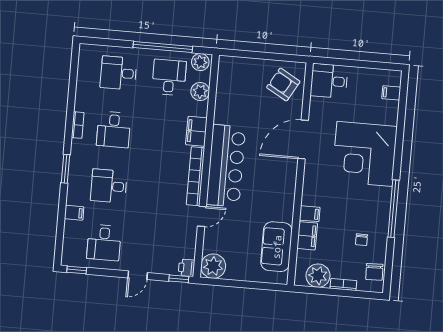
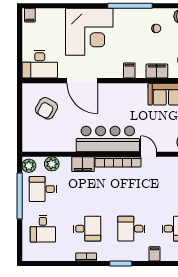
desk: (329, 81) -> (40, 64), width x1.37
armchair: (283, 84) -> (47, 108), moved
filing cabinet: (391, 93) -> (30, 15), moved
desk: (109, 186) -> (131, 229), turned 90
filing cabinet: (310, 214) -> (129, 71), moved

